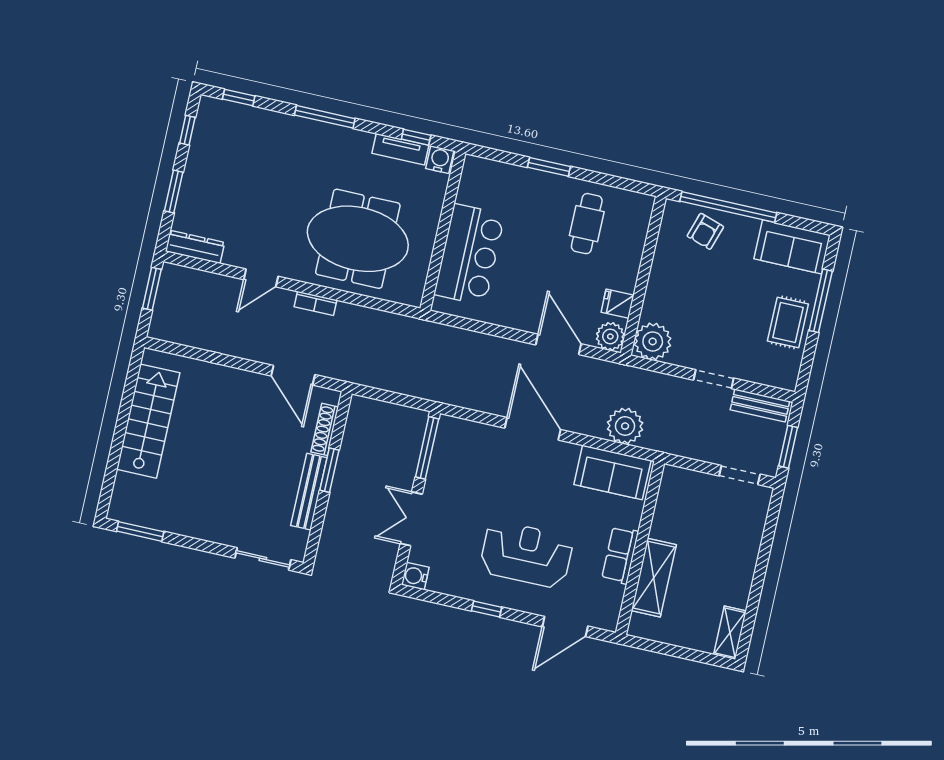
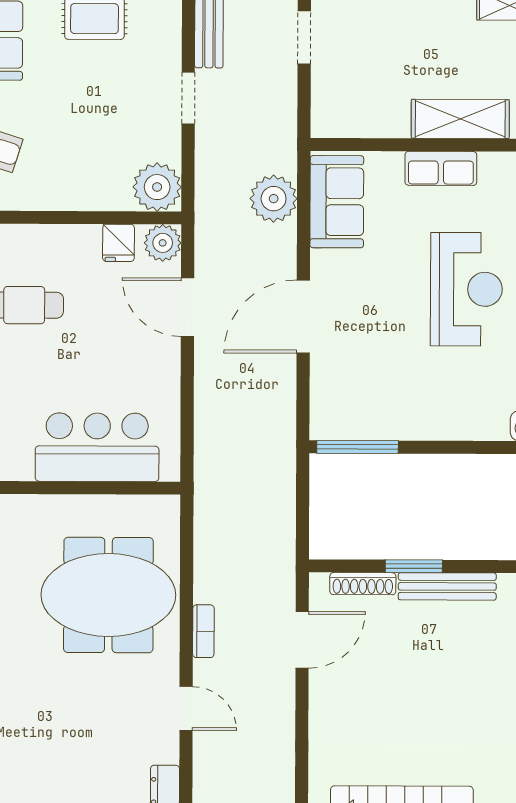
meeting table: (358, 239) -> (108, 595), turned 90
door: (558, 344) -> (187, 307), hinge flipped
double door: (411, 519) -> (453, 447), removed
reception desk: (526, 554) -> (466, 289), turned 180

